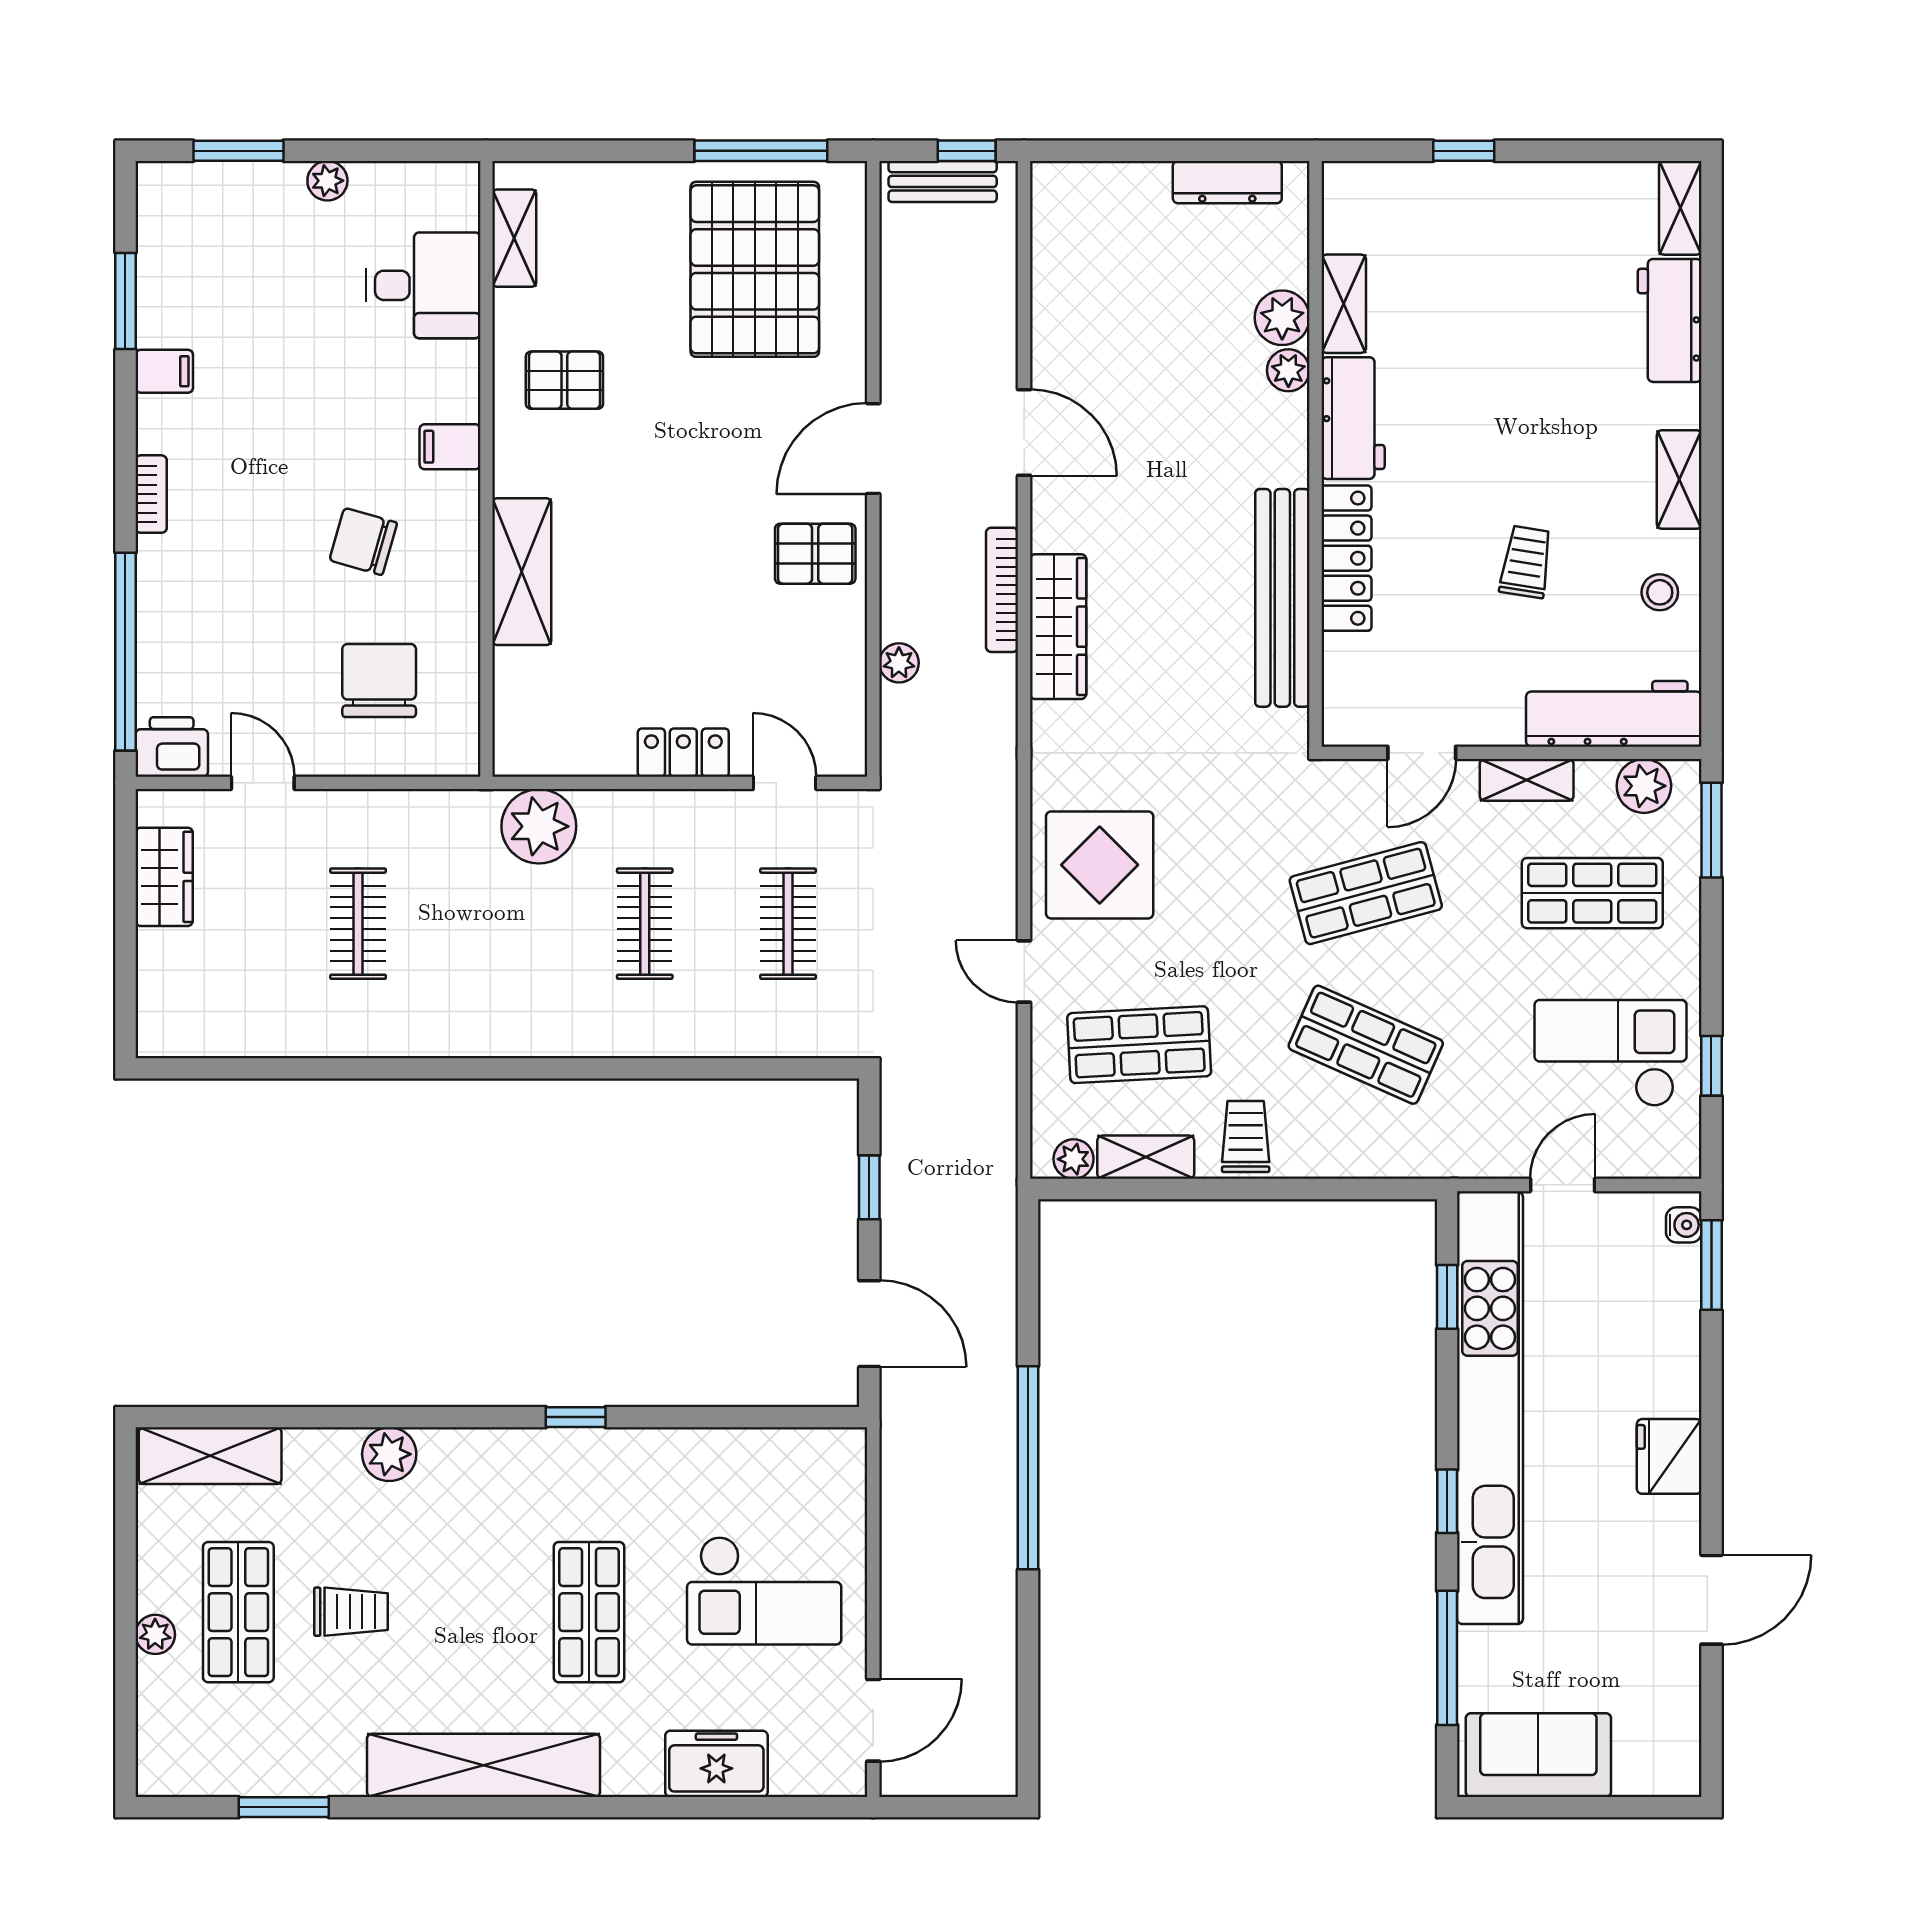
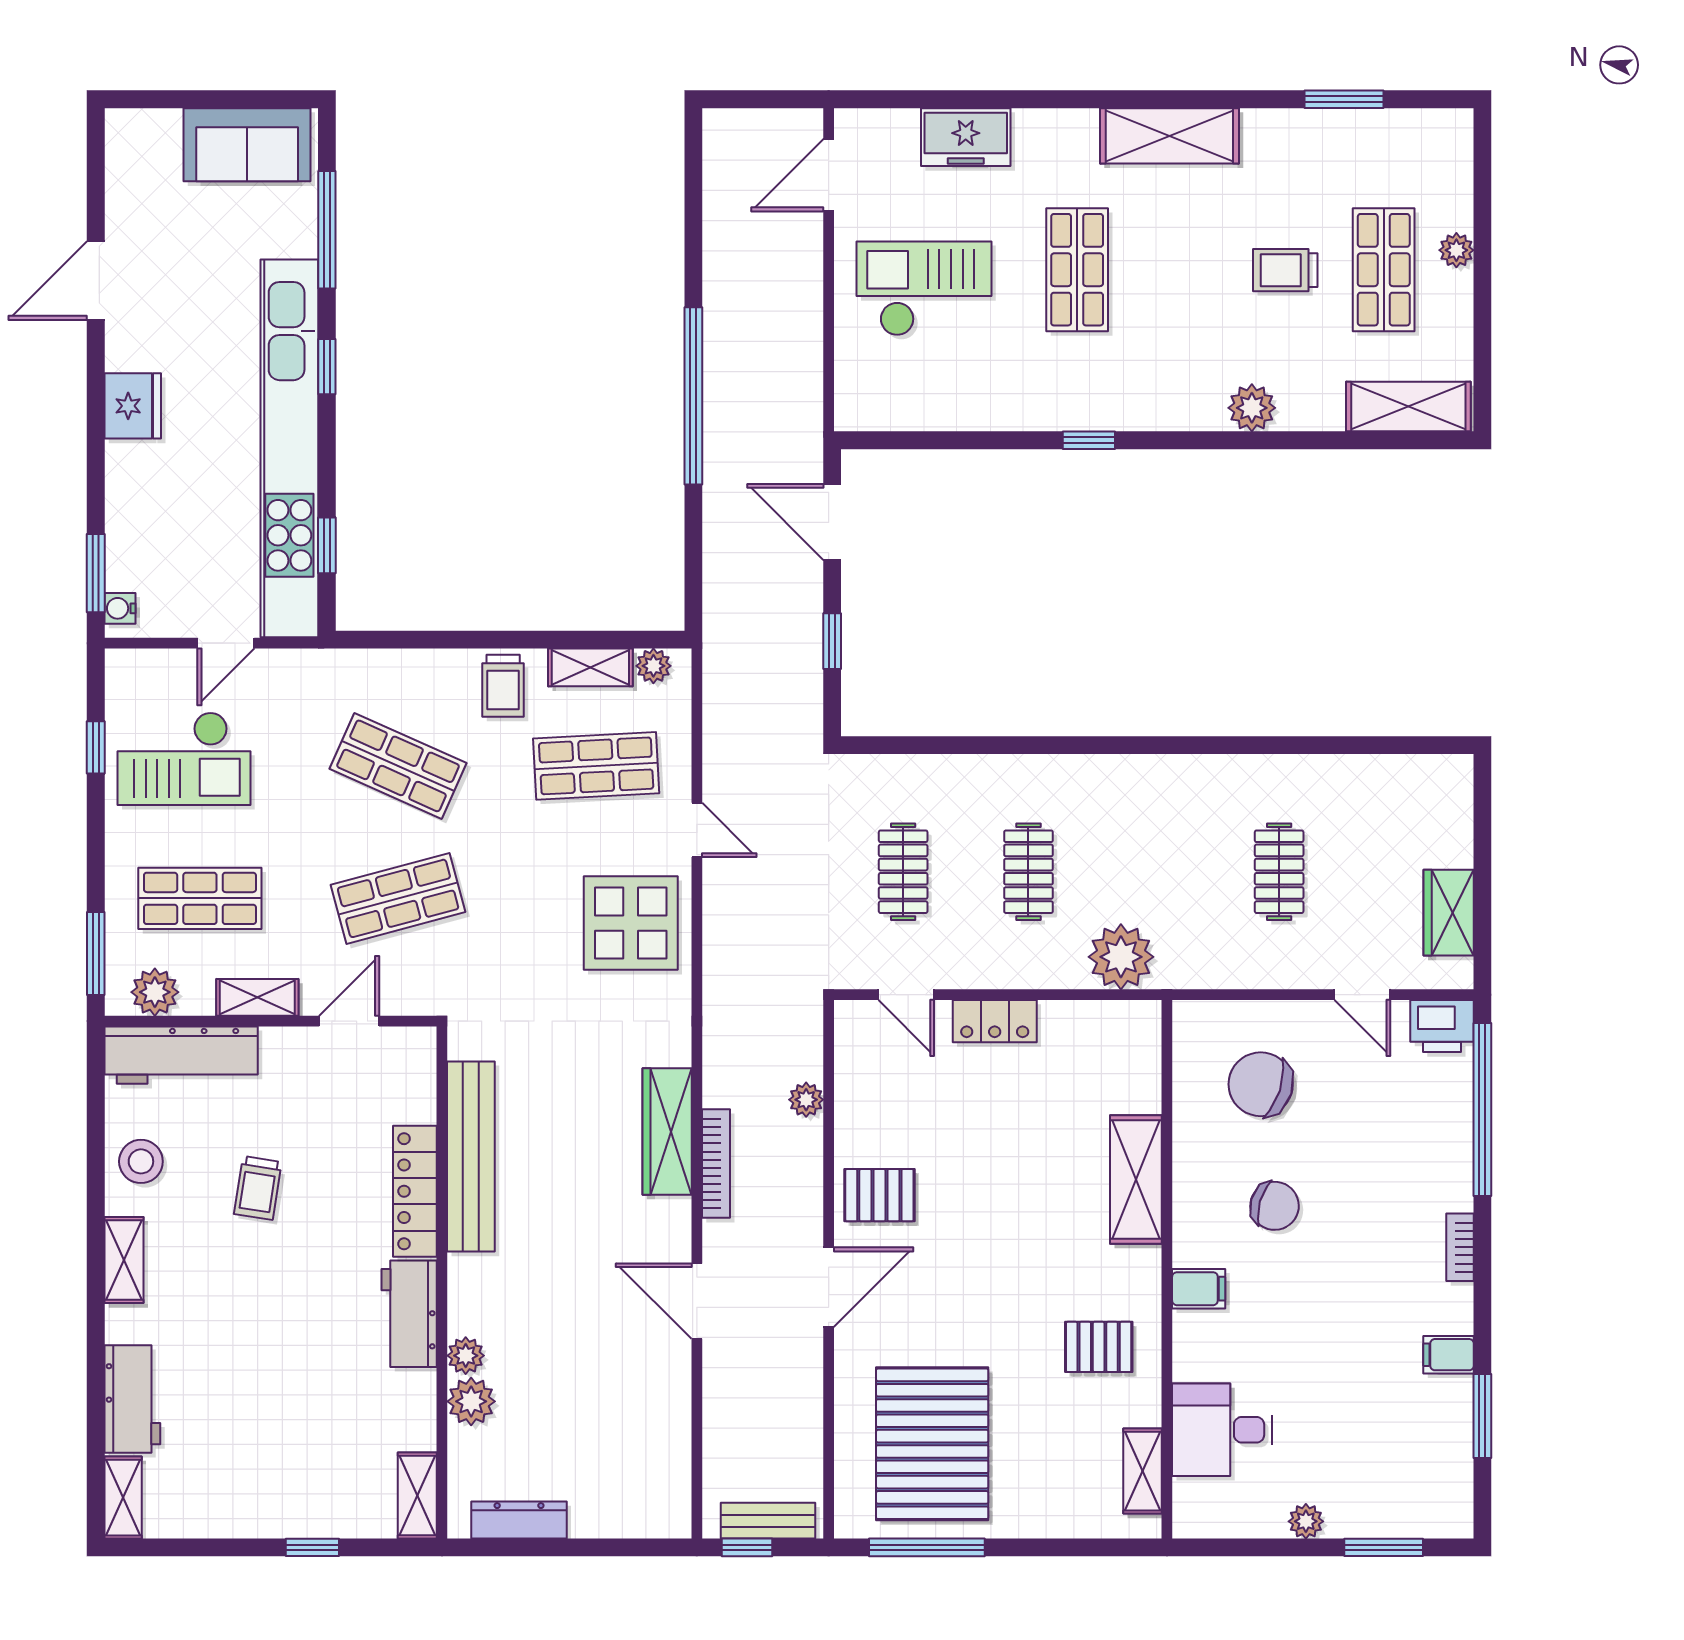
shelving: (1344, 304) -> (417, 1496), moved
stool: (1660, 592) -> (141, 1161), width x1.37, depth x1.37
chair: (379, 681) -> (1261, 1084), turned 108
shelving: (483, 1765) -> (1169, 136), width x0.68

